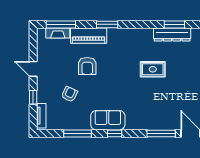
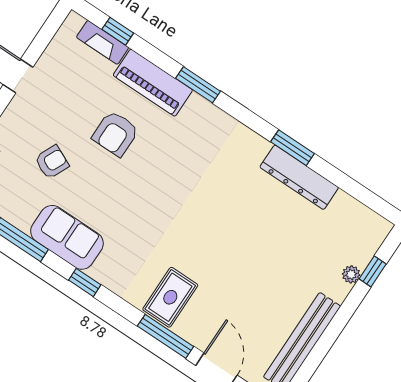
window: (61, 24) -> (118, 31), width x0.46
window: (174, 24) -> (292, 148), moved
rug: (153, 69) -> (170, 297), moved, turned 90
sofa: (108, 120) -> (67, 237), moved

